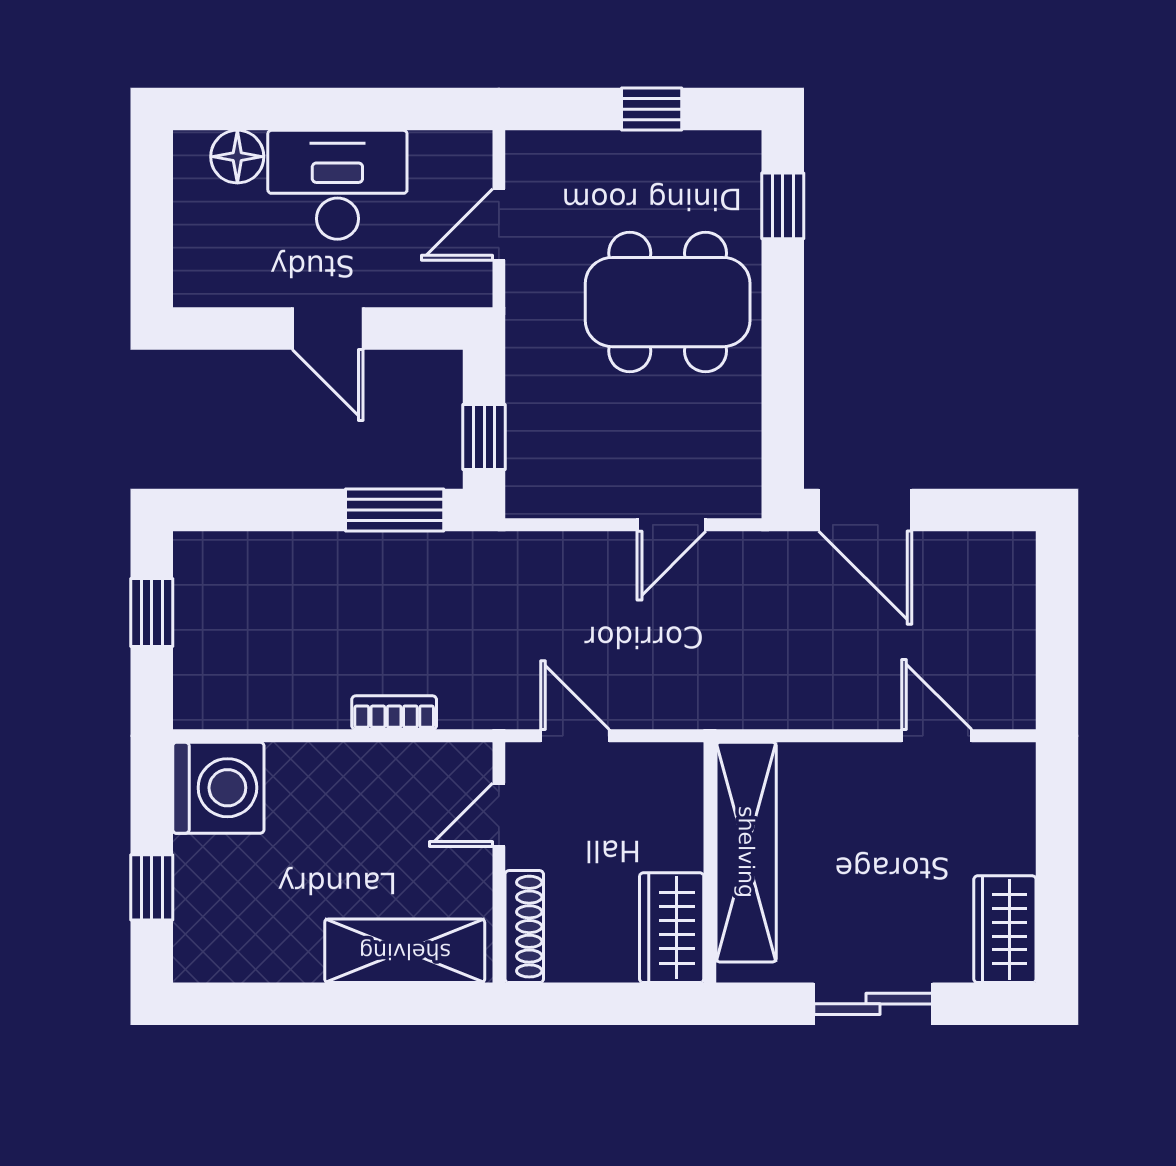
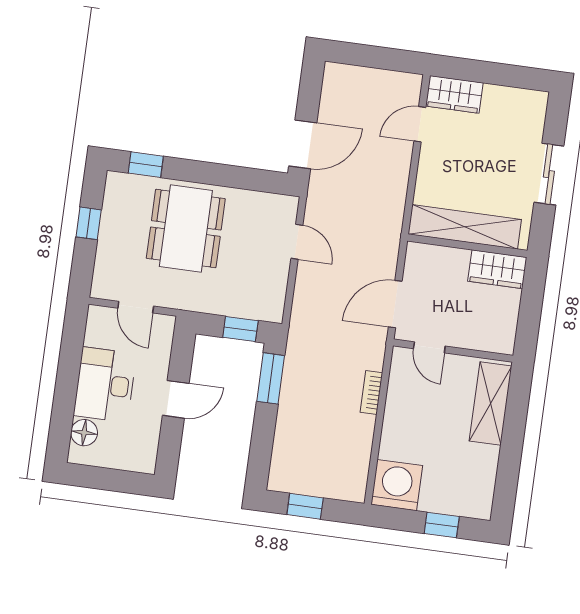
door: (575, 736) -> (395, 304), width x1.38
shoe rack: (524, 927) -> (487, 342), removed
wardrobe: (1005, 929) -> (454, 94), moved

